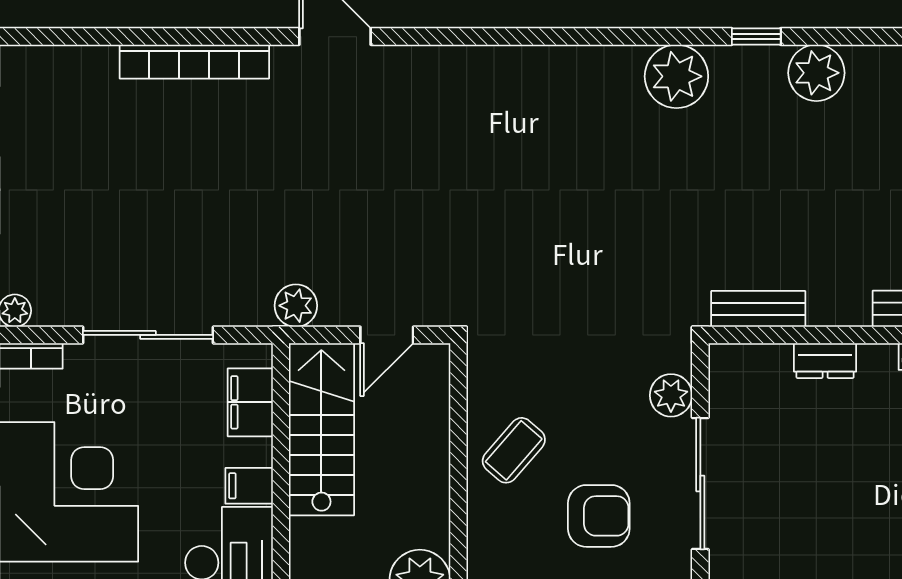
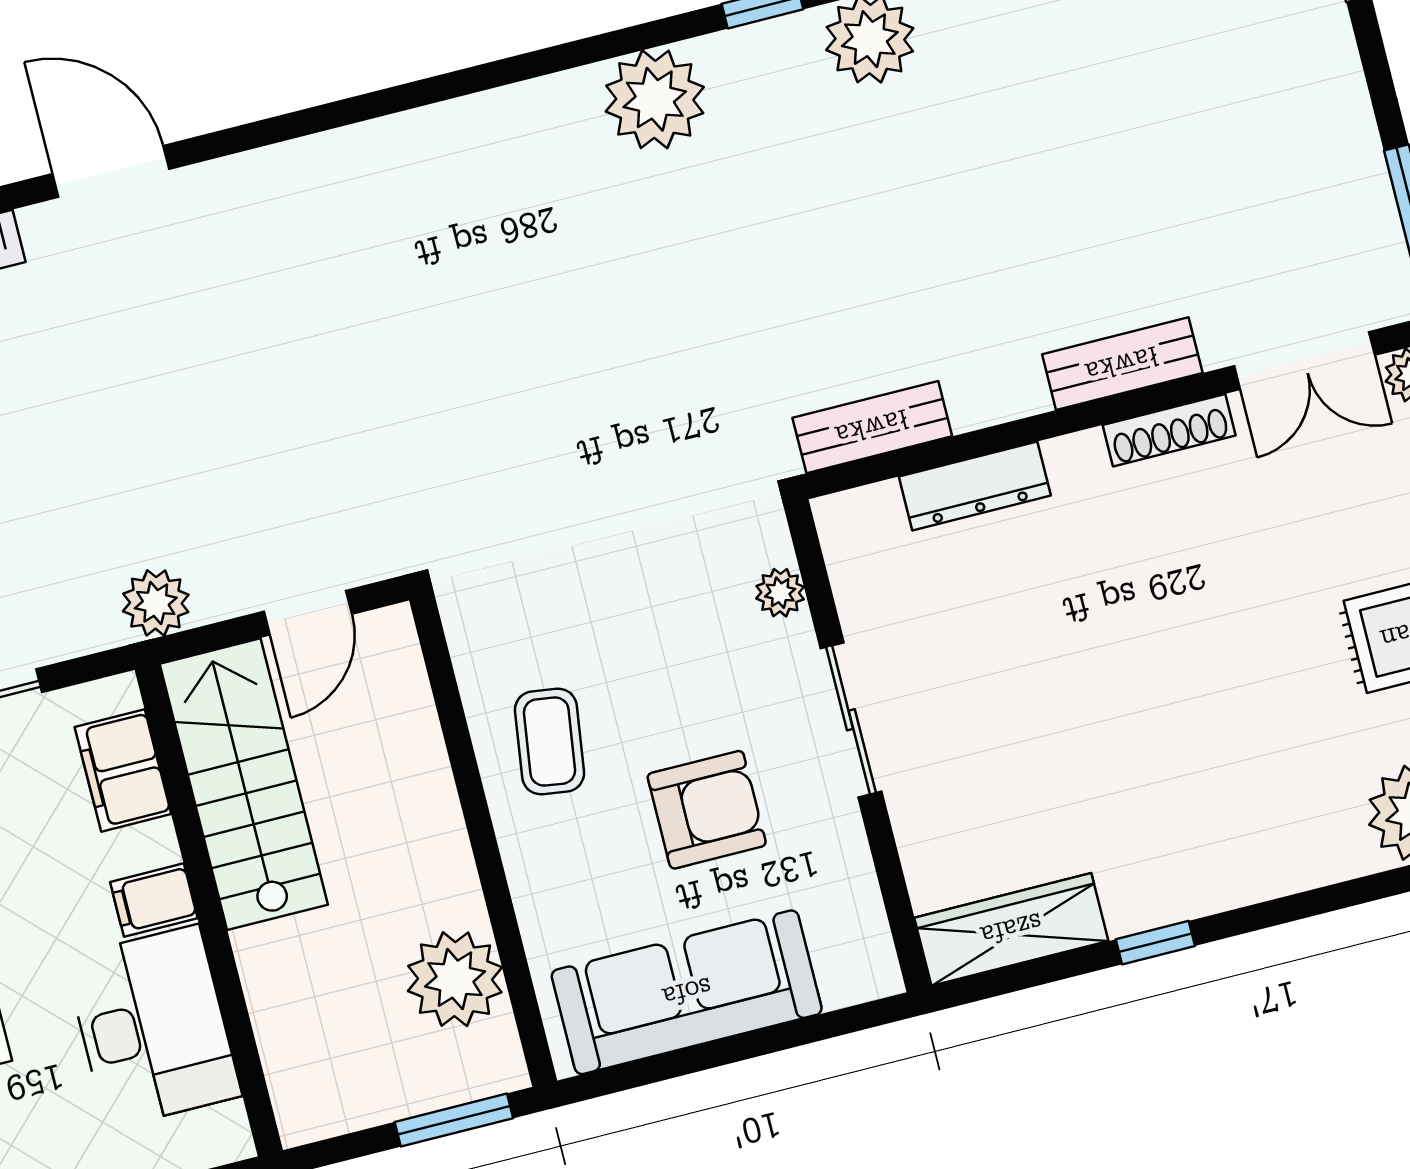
dresser: (825, 361) -> (975, 486), width x1.44
plant: (671, 395) -> (780, 593), width x0.73, depth x0.73
coffee table: (514, 450) -> (550, 742), turned -33
sliding door: (700, 483) -> (851, 720), width x0.73

